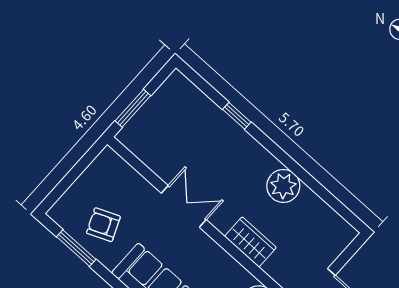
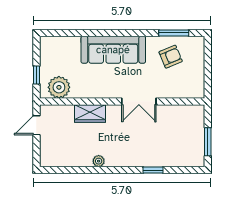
window: (133, 108) -> (208, 142), moved
plant: (283, 186) -> (99, 161), width x0.53, depth x0.53

